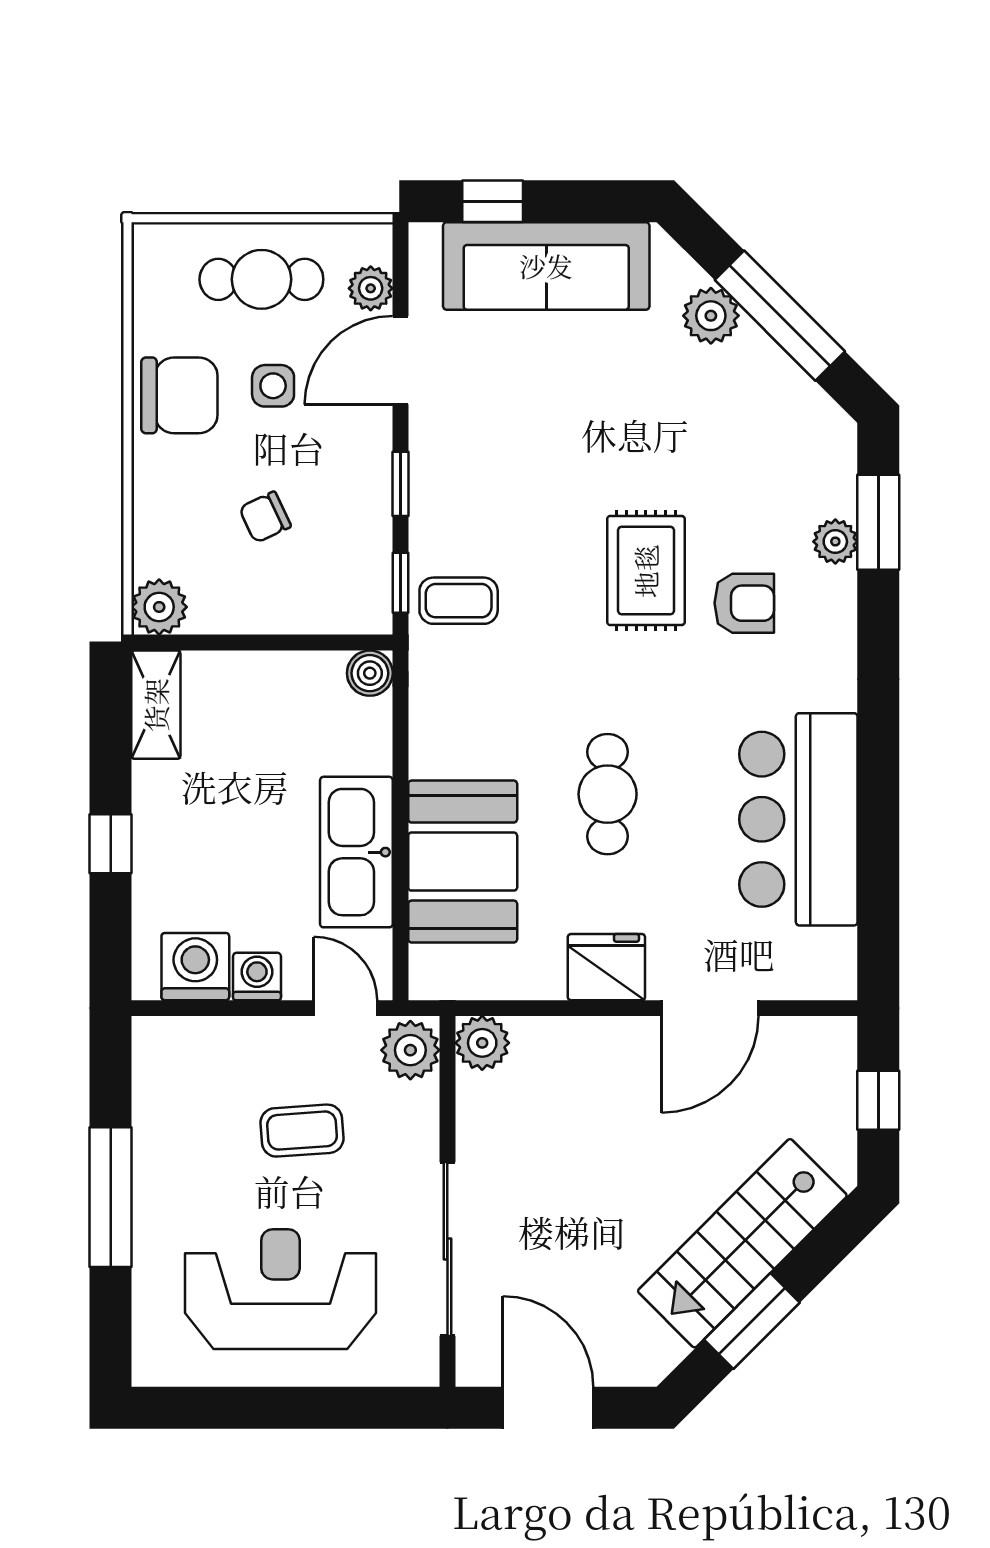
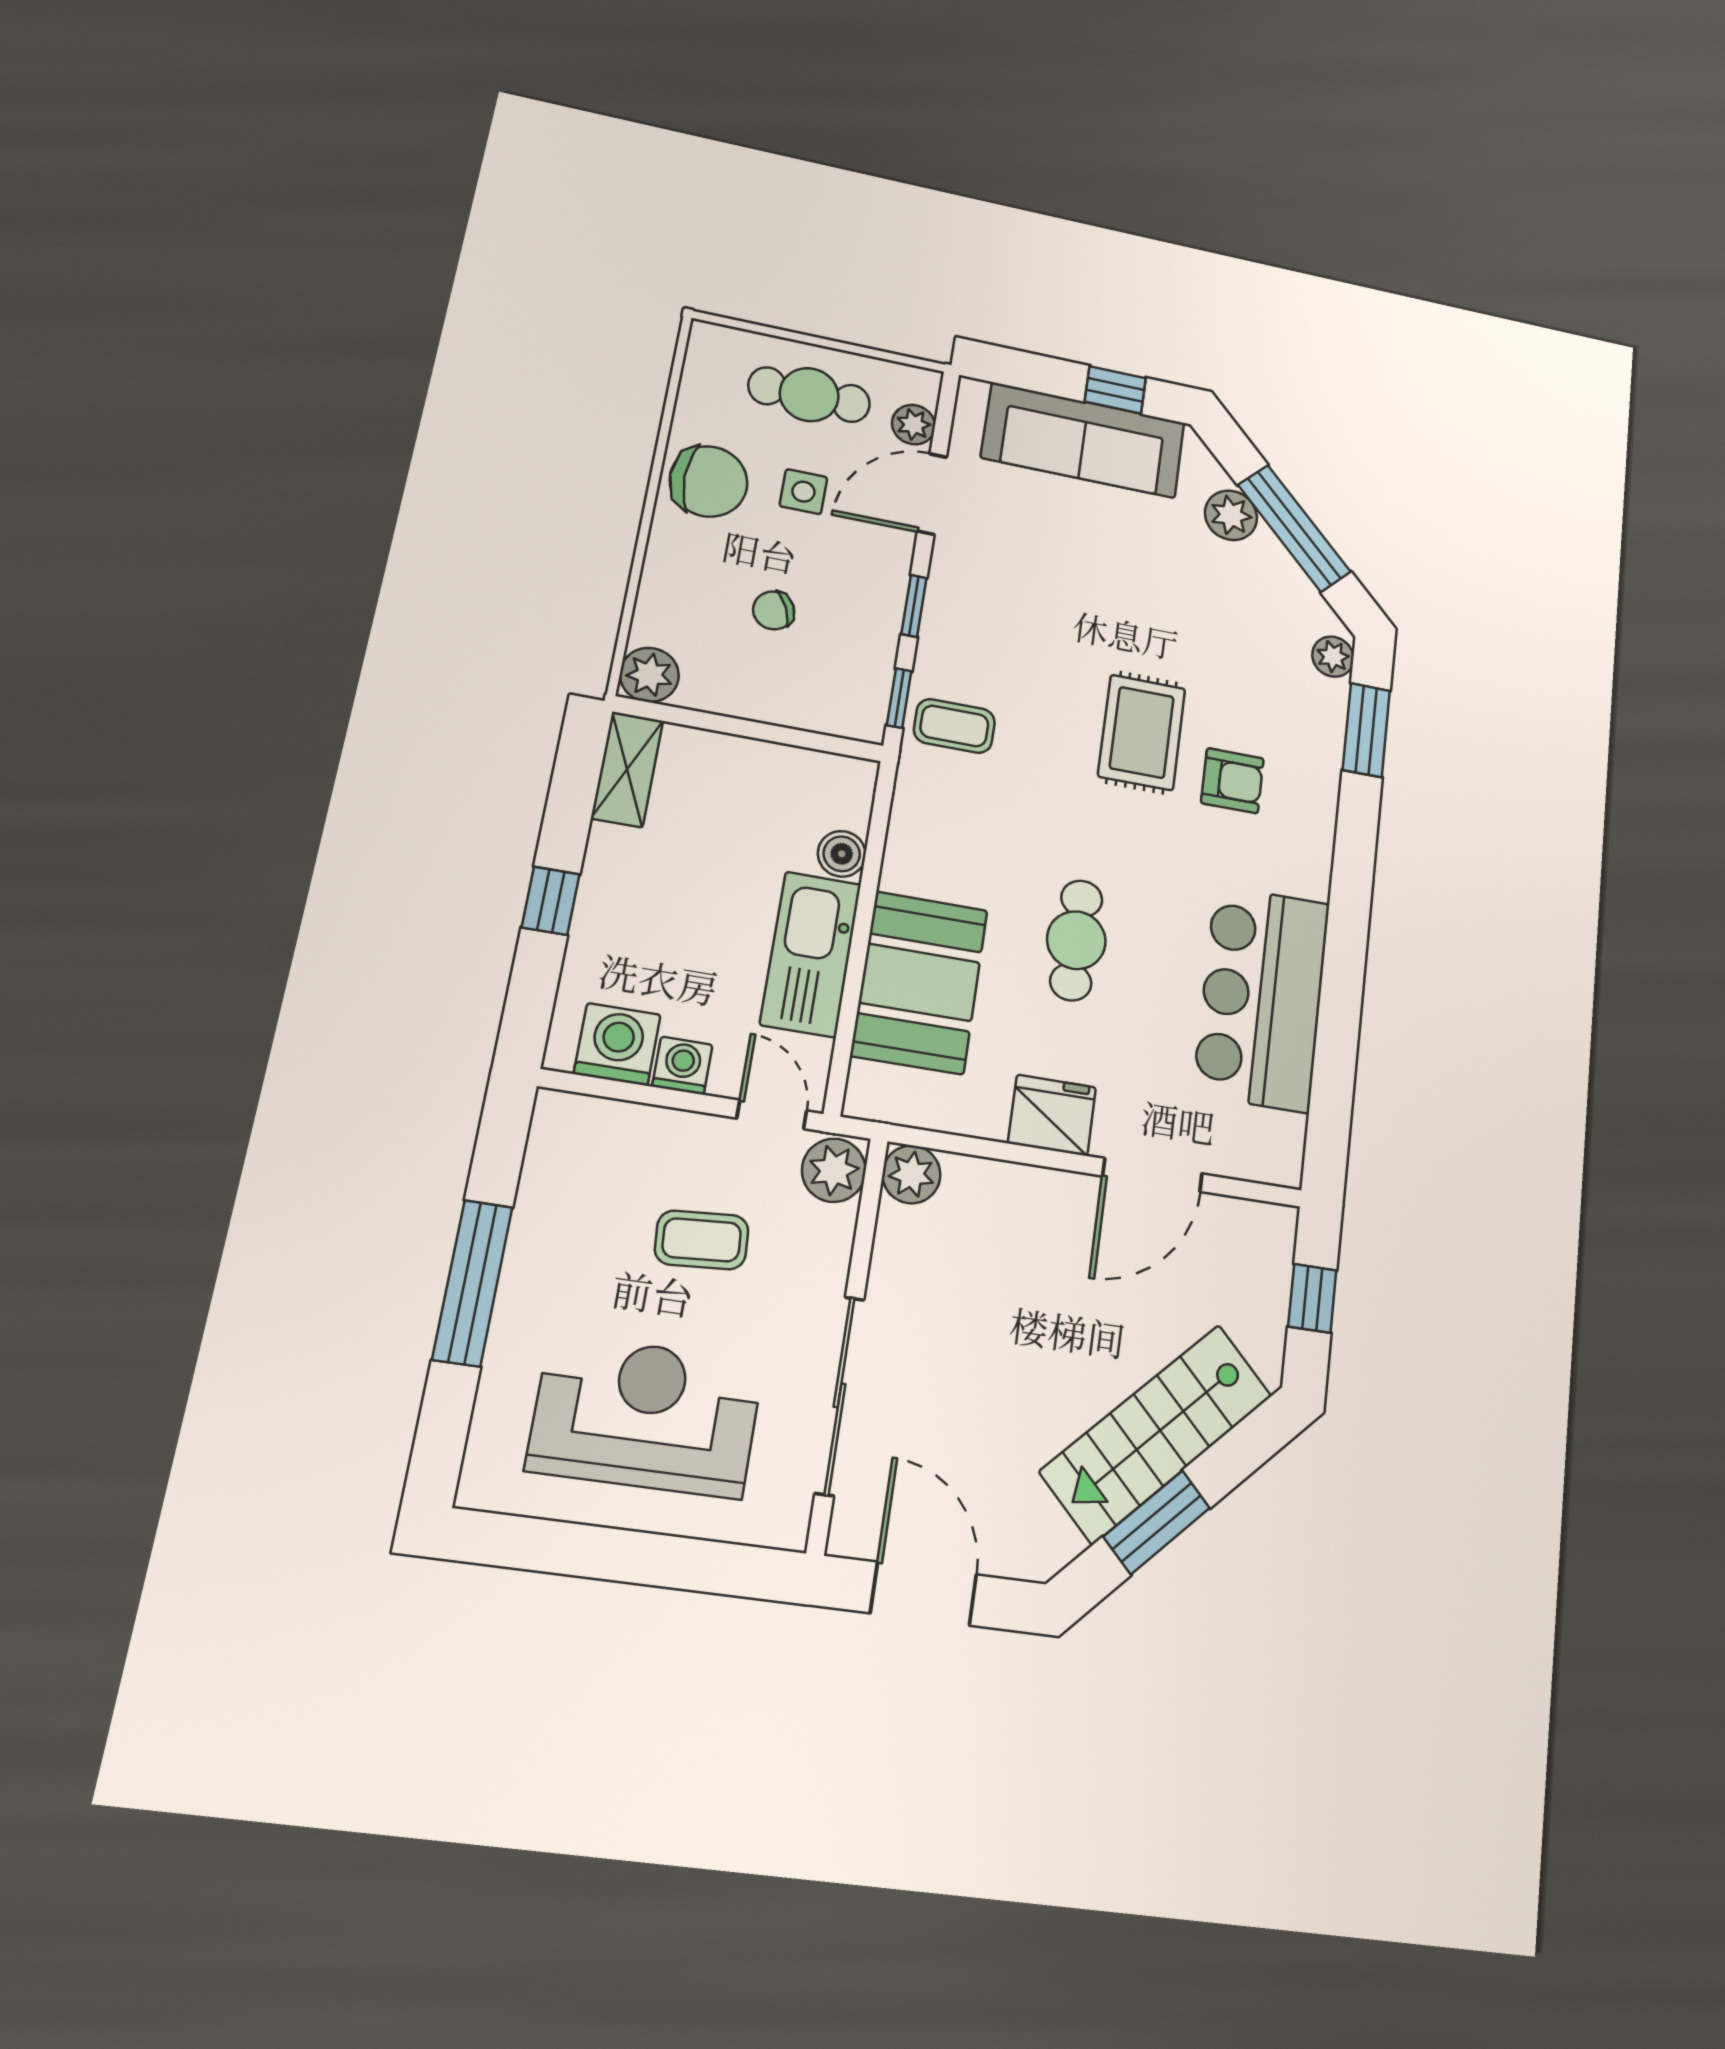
window: (493, 201) -> (1115, 390), moved
plant: (835, 542) -> (1333, 657), moved
boiler: (370, 673) -> (842, 854), moved

